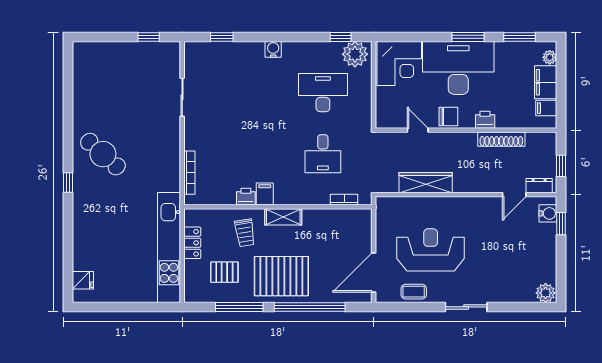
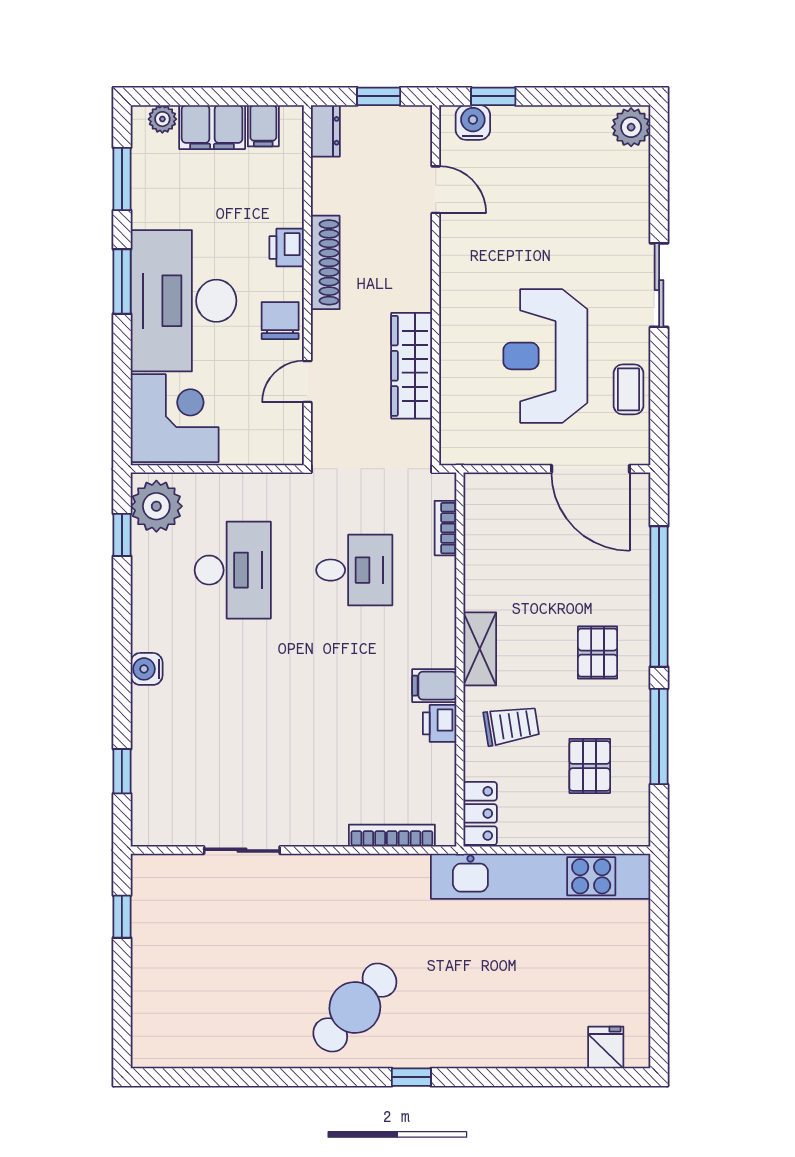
desk: (323, 93) -> (233, 570), turned 180
shoe rack: (501, 139) -> (325, 262), moved
dresser: (539, 186) -> (325, 131), moved, turned 180
locker: (192, 243) -> (480, 813), moved, turned 90
pallet: (281, 276) -> (598, 653), width x0.49, depth x0.50

